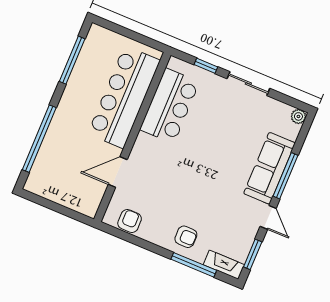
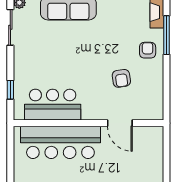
sliding door: (248, 84) -> (10, 27), moved
armchair: (130, 221) -> (121, 78), moved, turned -98

